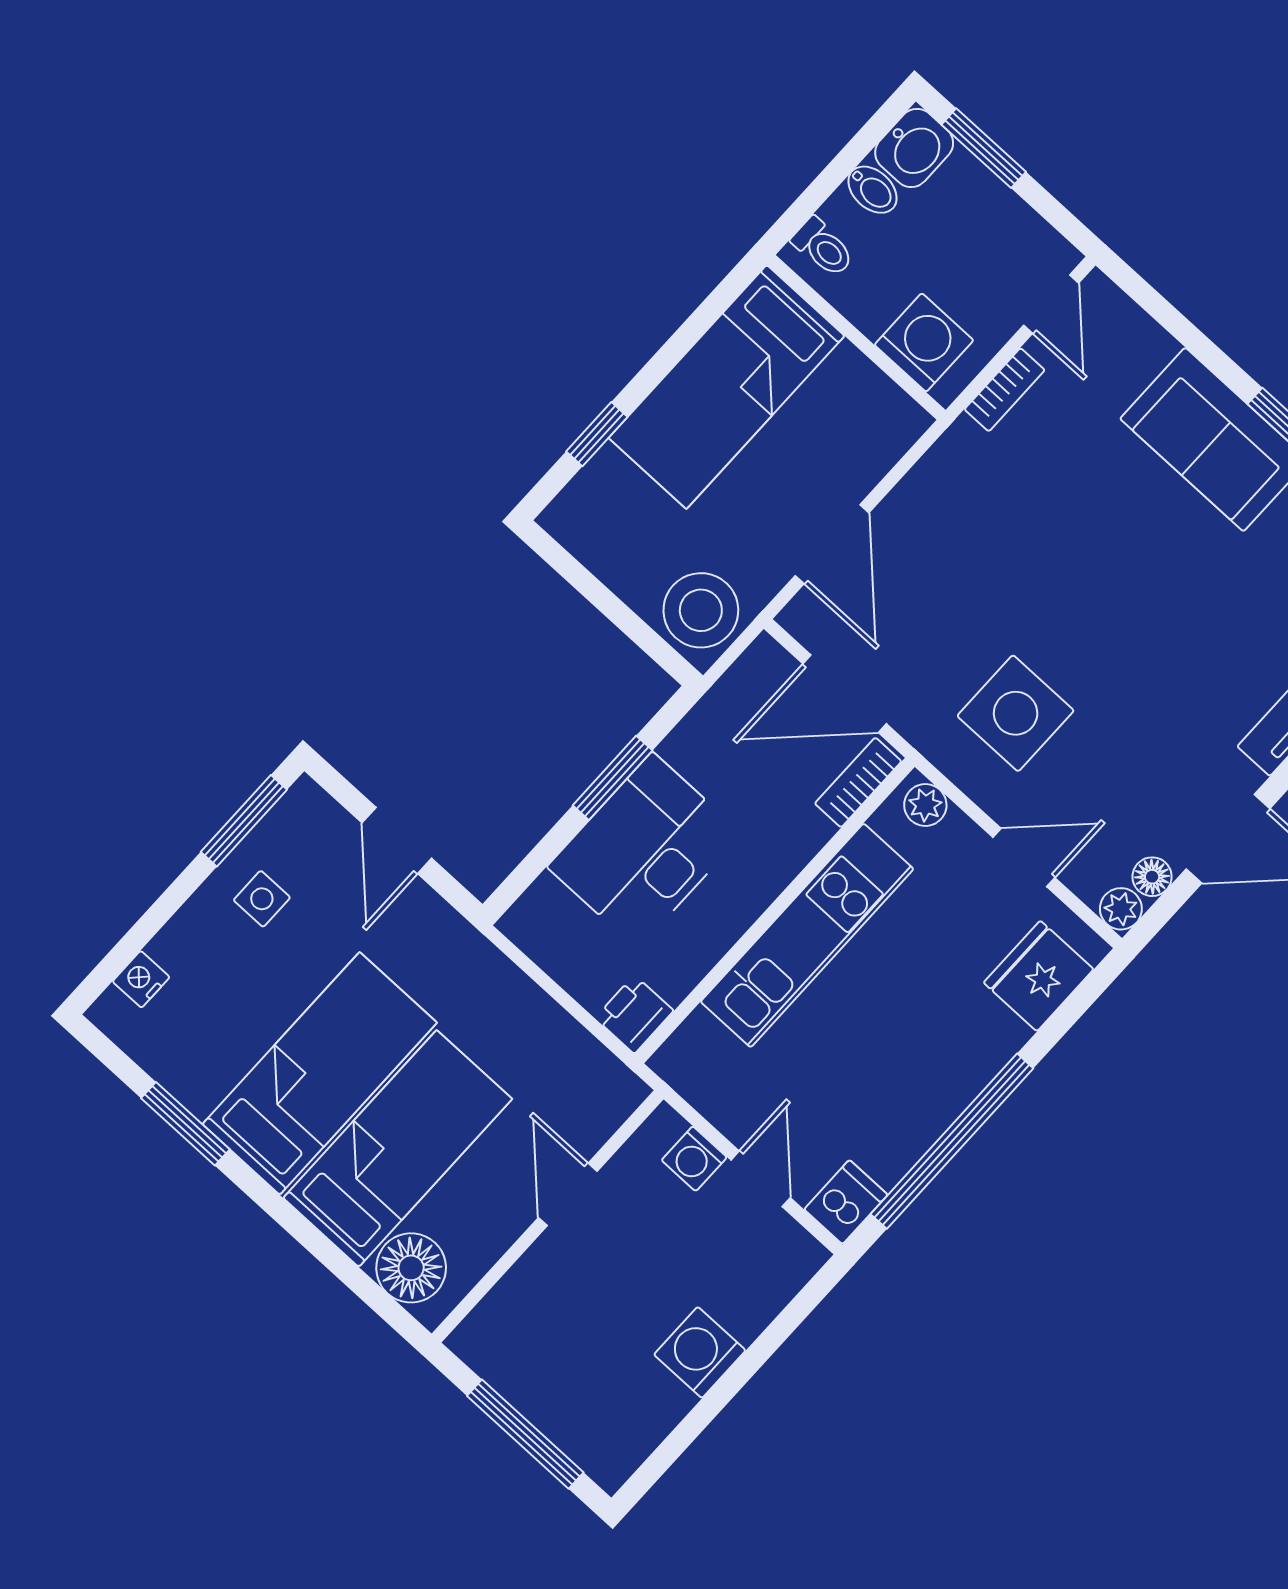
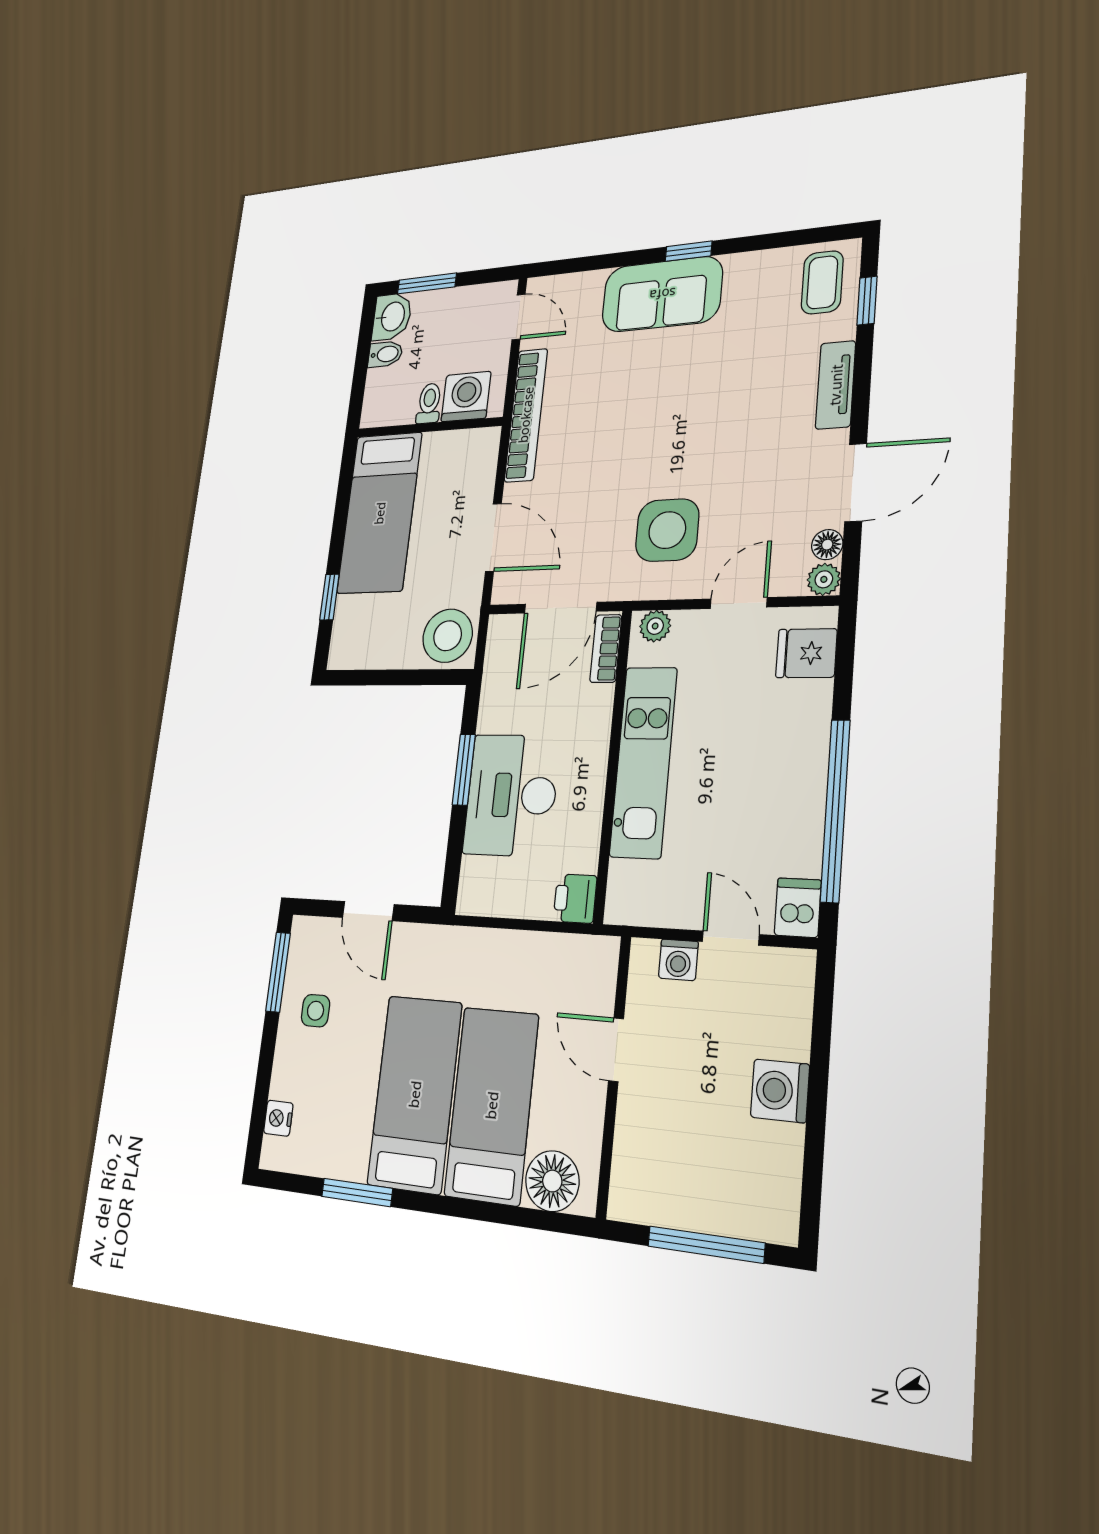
toilet: (823, 247) -> (429, 403), moved, turned -90
bookcase: (1005, 390) -> (526, 415), width x2.31, depth x1.31
fridge: (1039, 976) -> (806, 653), width x0.72

